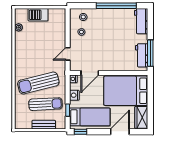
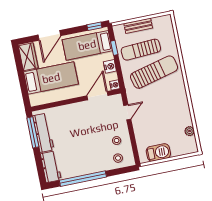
barbecue: (38, 15) -> (158, 152), moved
workbench: (142, 55) -> (43, 133), width x1.38
bed: (126, 91) -> (51, 78), width x0.67

